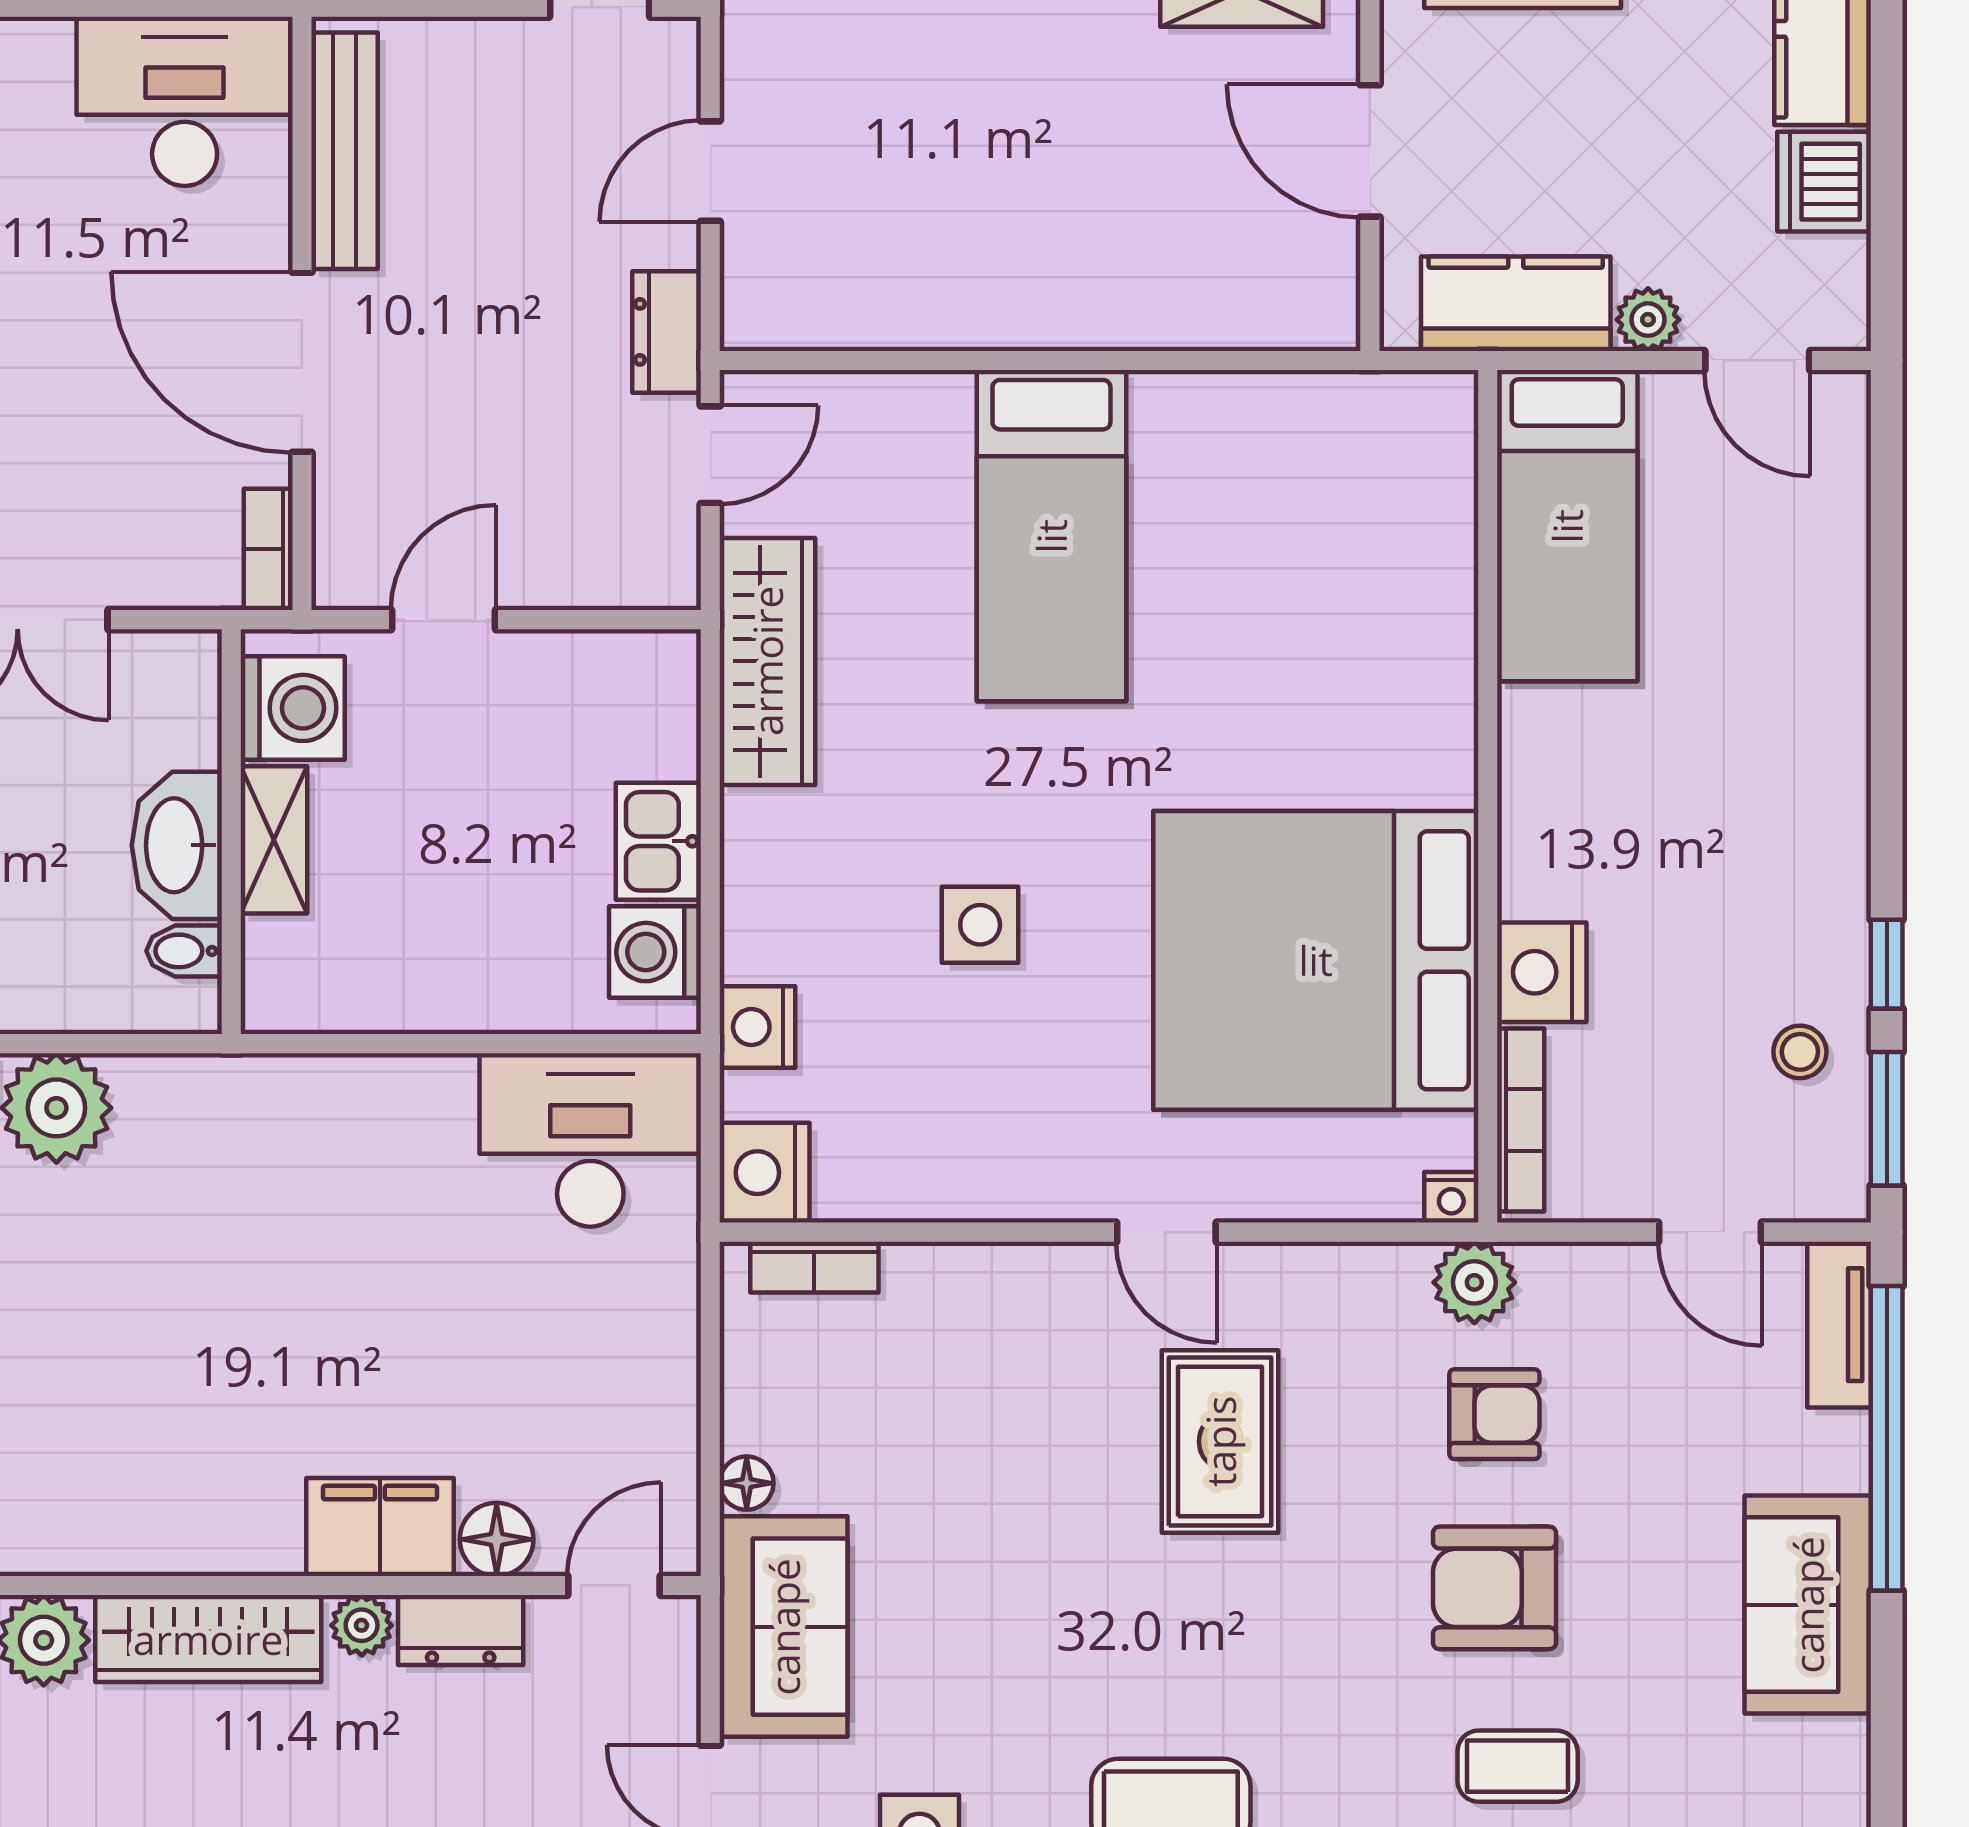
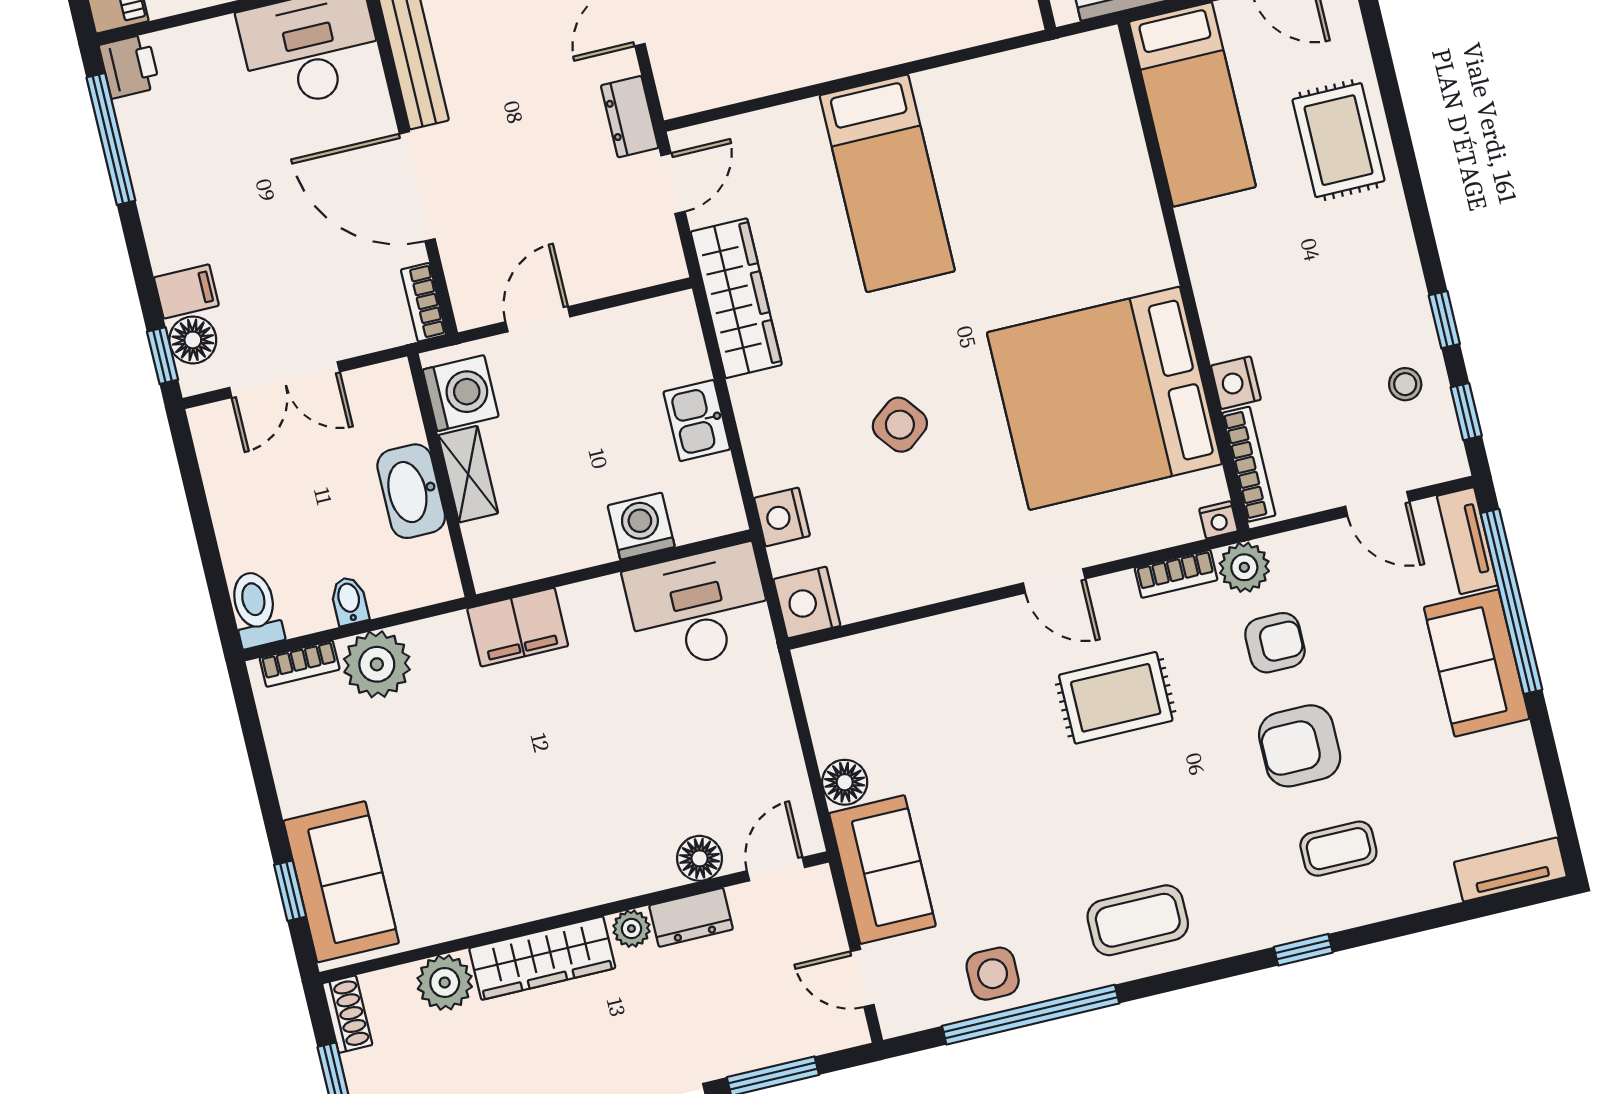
rug: (1786, 638) -> (1338, 140), added
side table: (980, 925) -> (900, 425), turned -38
bidet: (184, 951) -> (349, 601), moved, turned 90
washing machine: (655, 952) -> (641, 526), moved, turned 90
nightstand: (1542, 972) -> (1236, 383), width x0.74, depth x0.75
window: (1887, 1119) -> (1466, 412), width x0.67
bookcase: (814, 1267) -> (1176, 574), moved
rug: (1220, 1441) -> (1116, 698), turned 90
floor lamp: (747, 1483) -> (845, 782), width x1.37, depth x1.37
filing cabinet: (380, 1527) -> (518, 627), moved, turned 180
sofa: (1808, 1605) -> (1477, 663), moved

